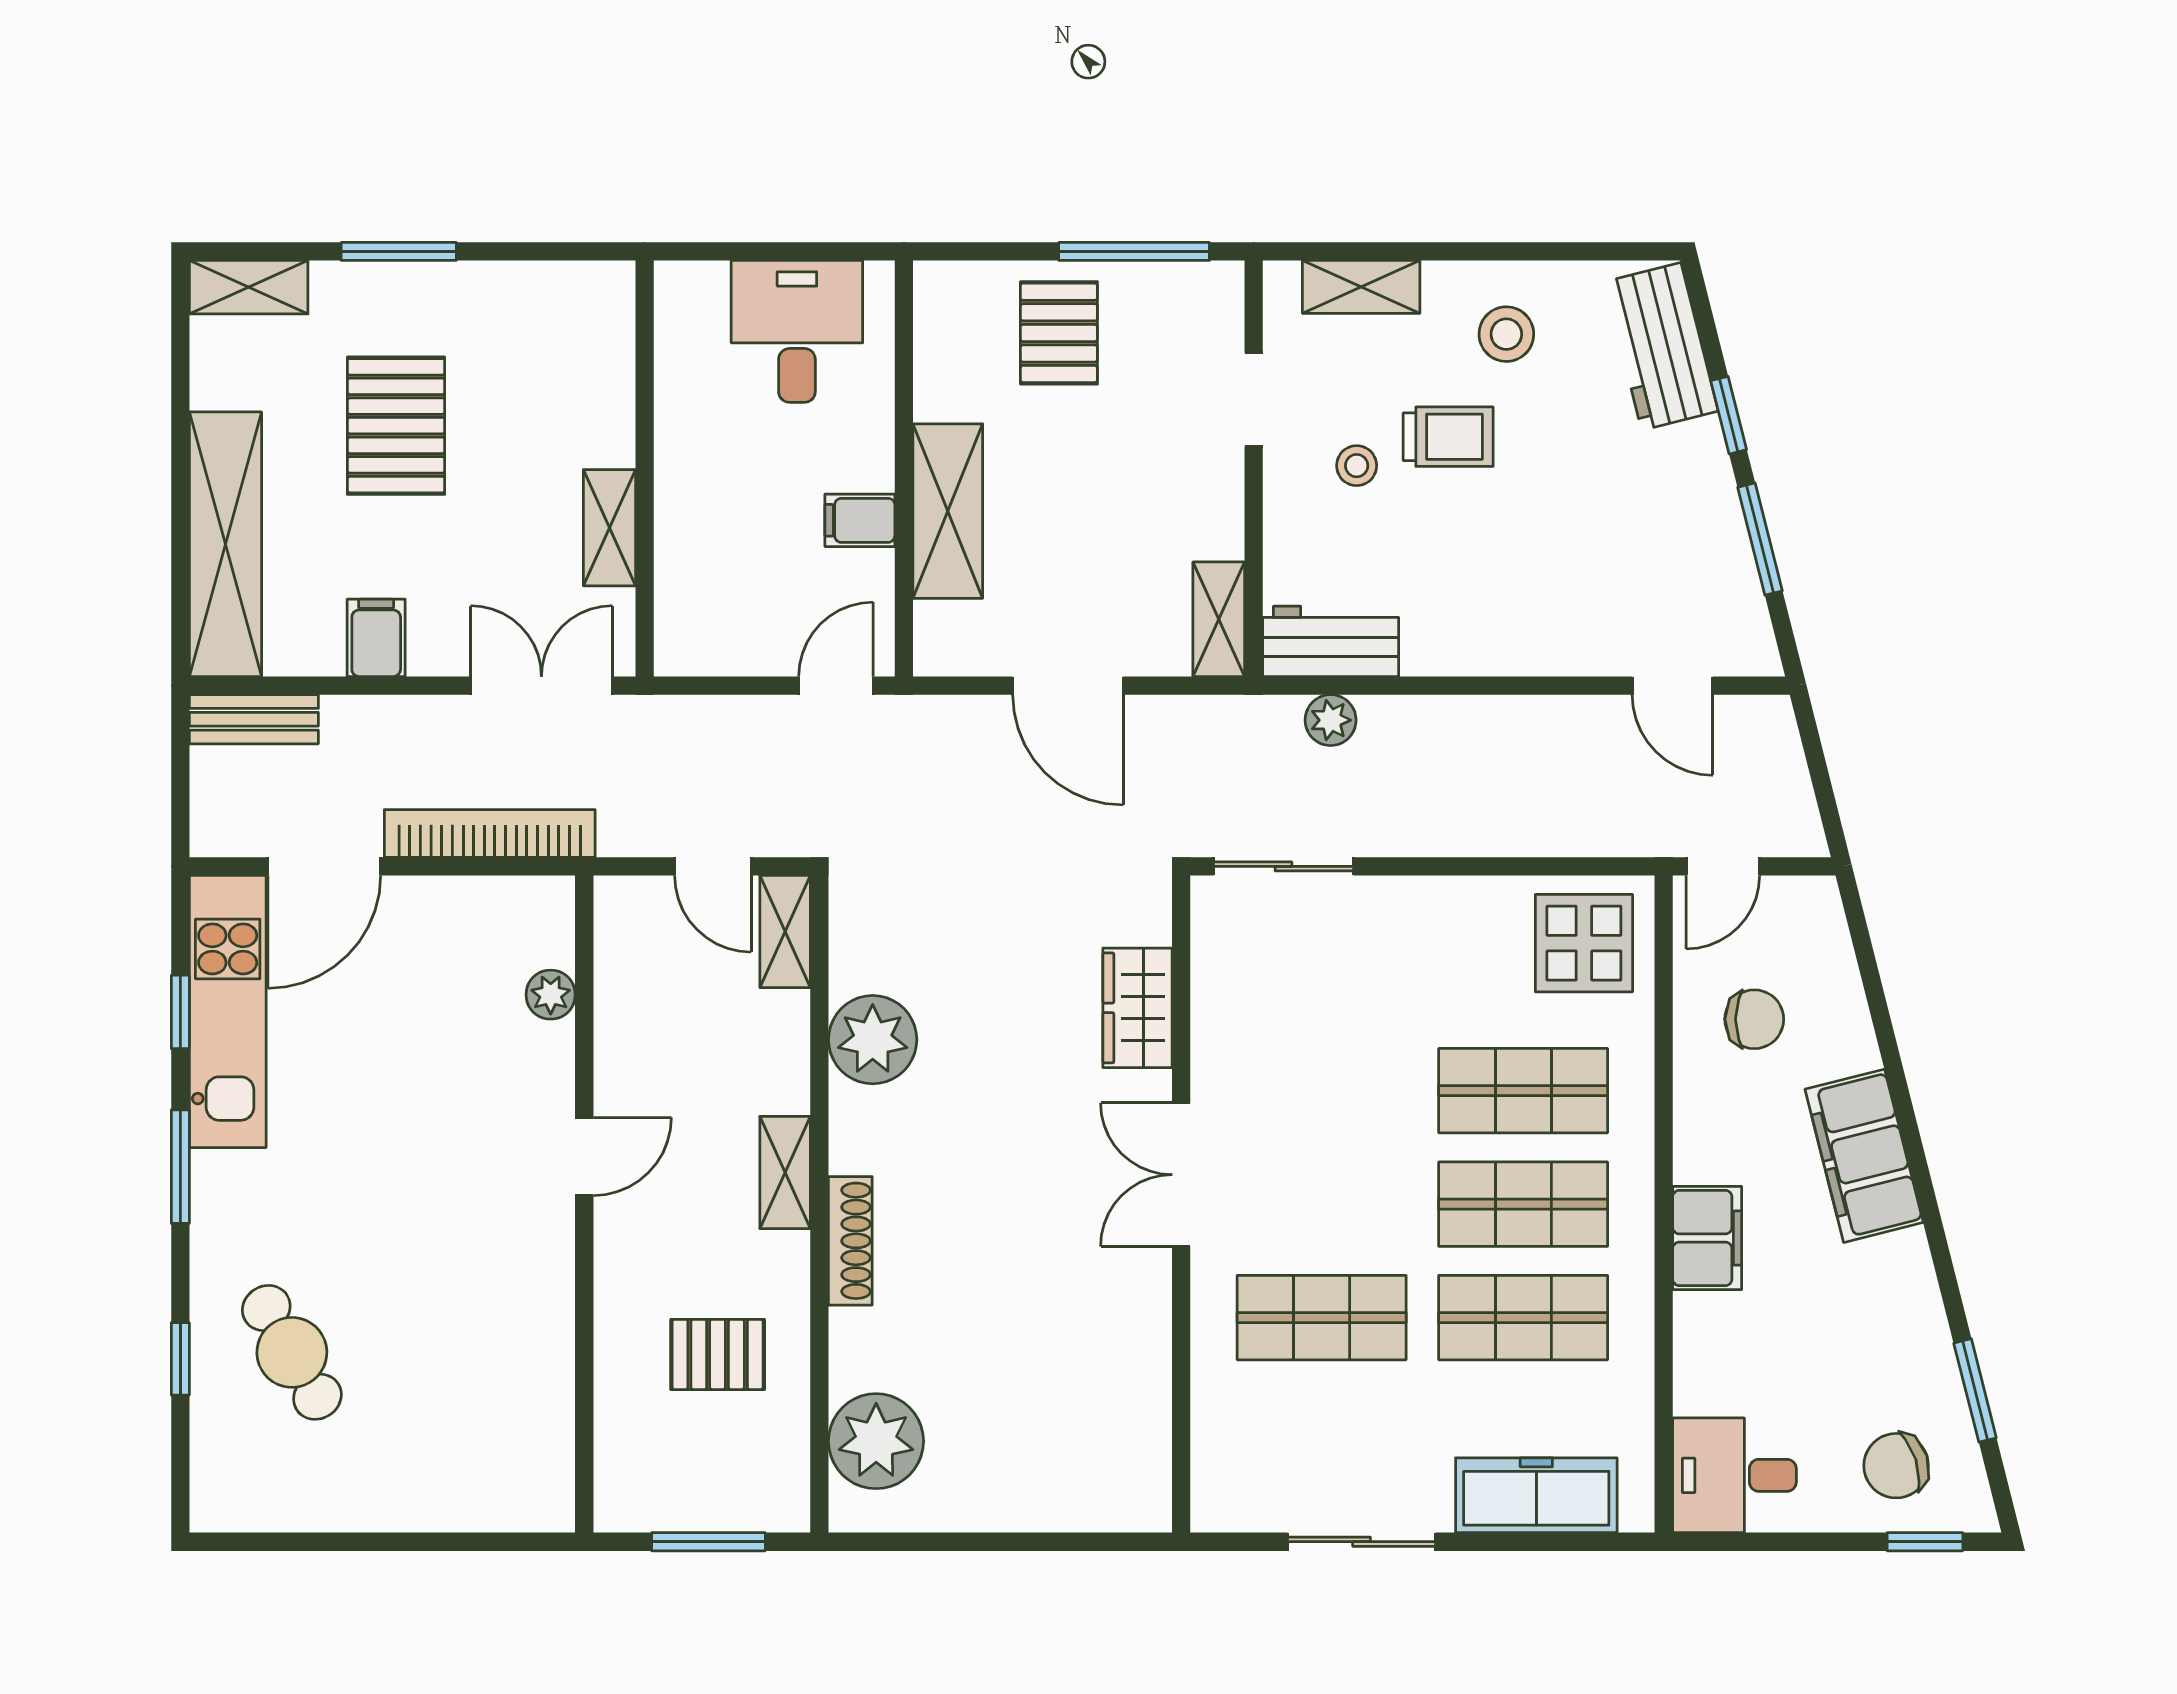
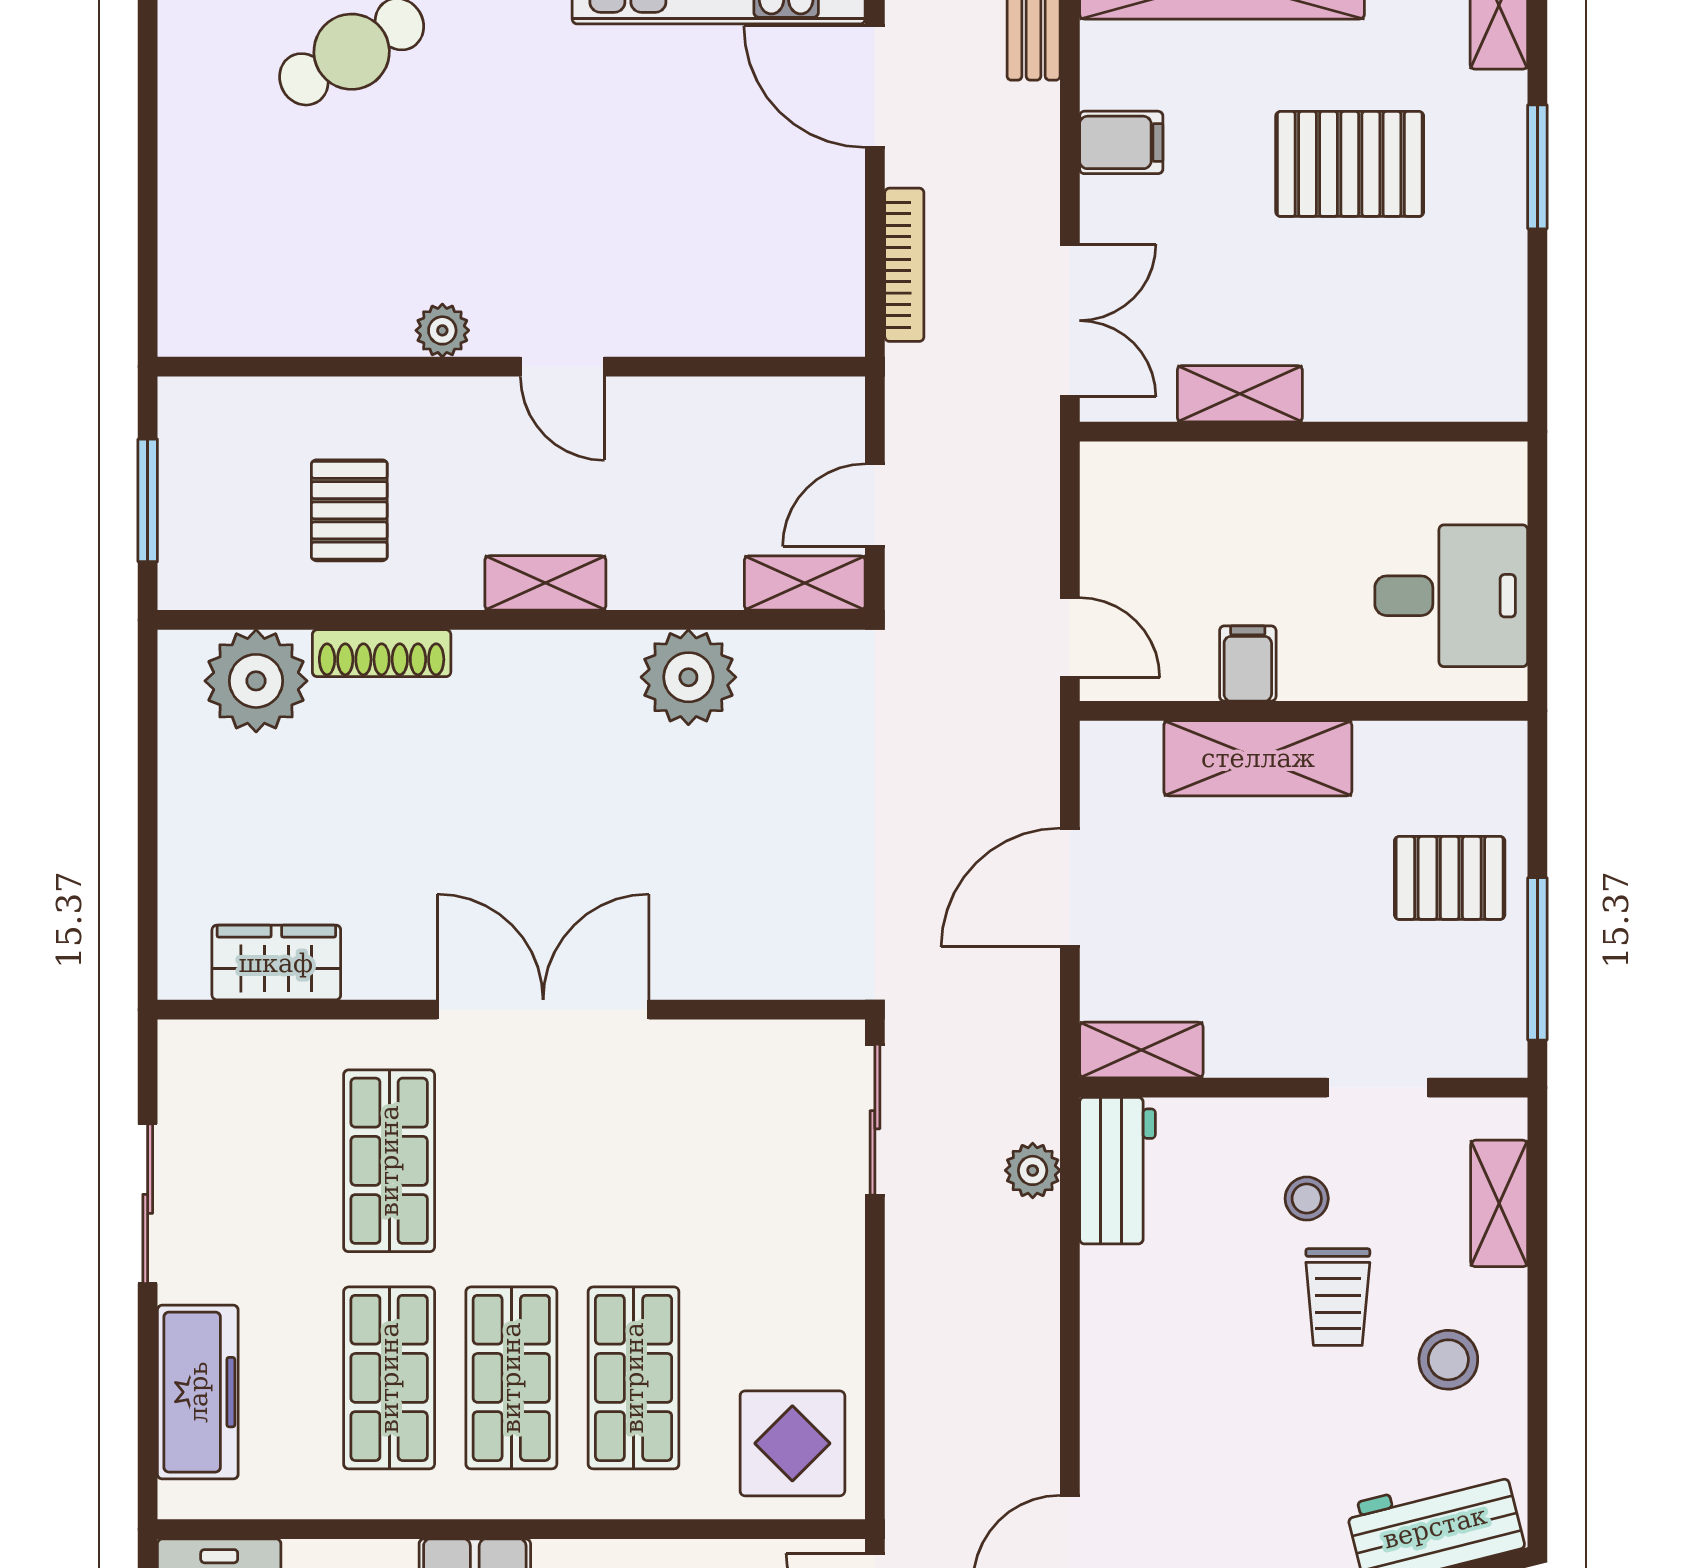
bookcase: (490, 833) -> (904, 265), width x0.68, depth x0.76
plant: (551, 995) -> (442, 330), moved
wardrobe: (1137, 1008) -> (276, 963), moved
double door: (1181, 1175) -> (543, 1010), width x1.37
shoe rack: (850, 1241) -> (382, 653), moved

